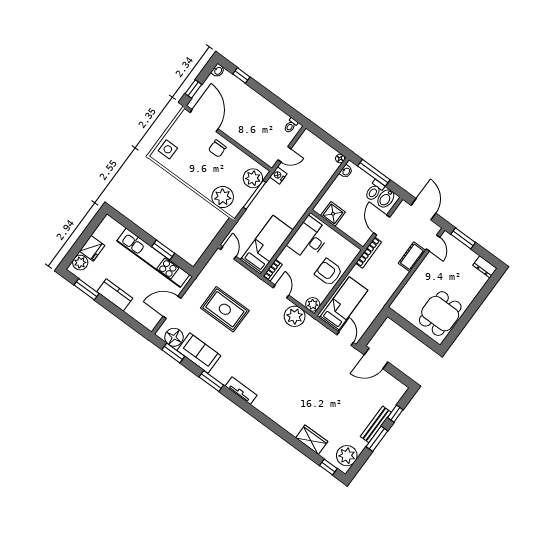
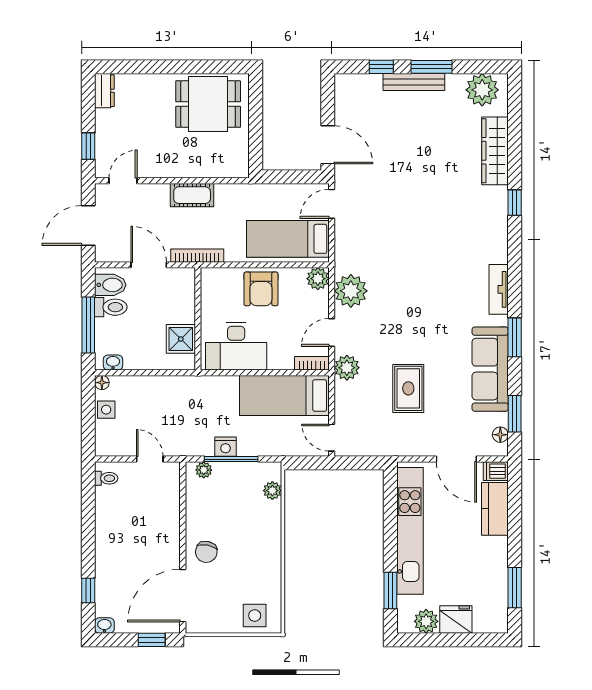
chair: (217, 148) -> (206, 552), turned 101
side table: (325, 151) -> (106, 410), added
nightstand: (278, 175) -> (226, 447), moved
plant: (253, 178) -> (204, 470), width x0.53, depth x0.53
plant: (223, 197) -> (272, 491), width x0.53, depth x0.53
door: (382, 225) -> (149, 265), swing flipped
window: (463, 238) -> (88, 146), width x0.67
window: (163, 250) -> (390, 590), moved
door: (228, 253) -> (332, 438), hinge flipped
cot: (412, 257) -> (192, 195), moved
plant: (80, 263) -> (426, 621), moved
plant: (258, 286) -> (347, 368), added
kitchen counter: (115, 295) -> (495, 509), moved
rug: (225, 309) -> (408, 388), width x0.73, depth x0.70
dishwasher: (151, 323) -> (496, 471), added
floor lamp: (174, 337) -> (500, 435), width x0.53, depth x0.53
sofa: (199, 353) -> (490, 369), width x1.36
wardrobe: (312, 440) -> (495, 151), width x1.50
window: (328, 467) -> (515, 203), moved

